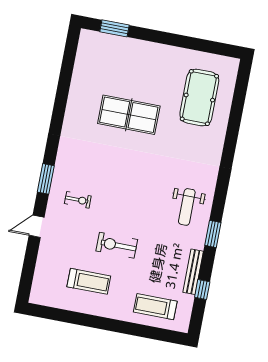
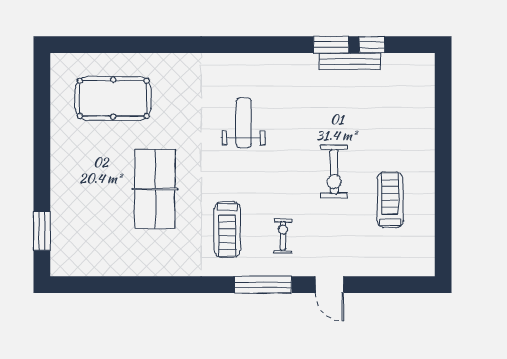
window: (46, 179) -> (263, 285), width x1.44
weight bench: (187, 207) -> (244, 123), moved, turned -90
window: (213, 234) -> (331, 45), moved
treadmill: (155, 307) -> (227, 230), moved

